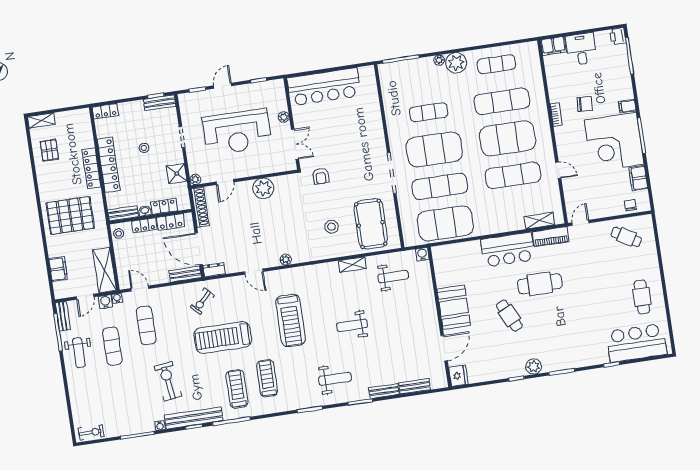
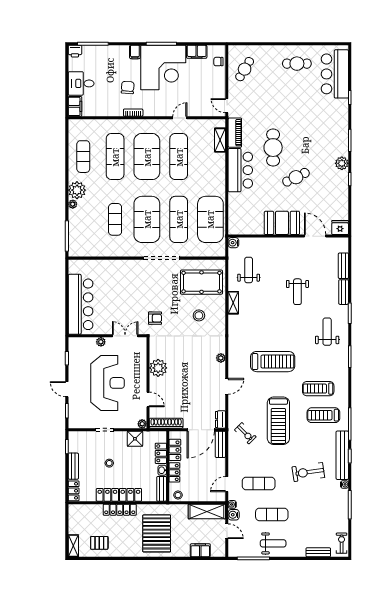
bench: (160, 103) -> (73, 466), moved
bench: (63, 316) -> (318, 552), moved
weight bench: (352, 325) -> (297, 292), moved

